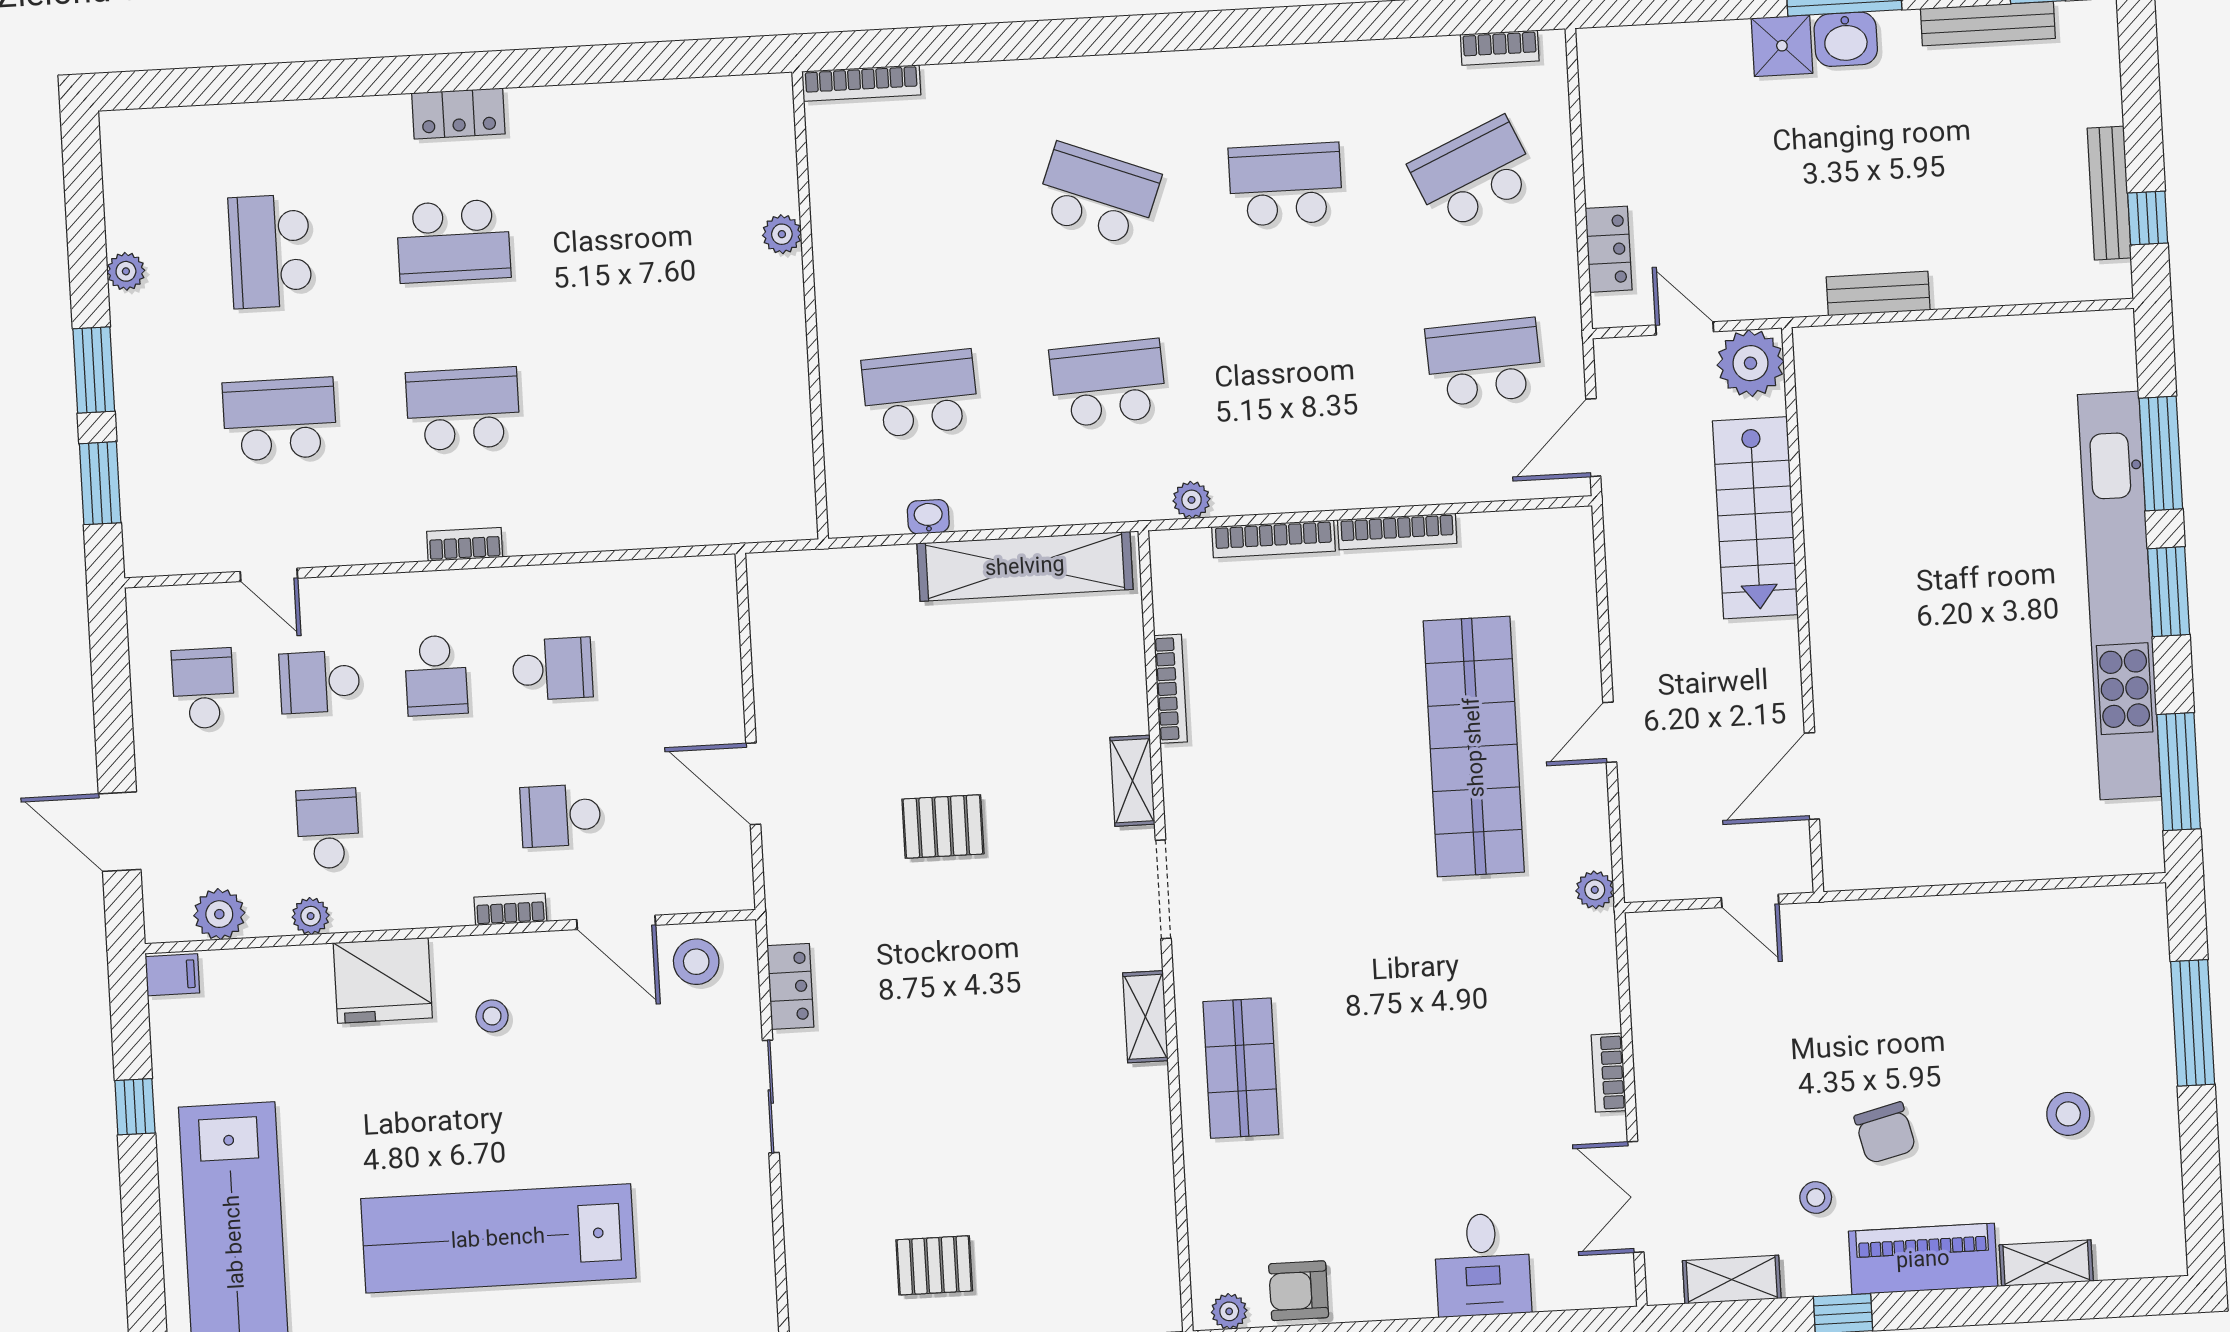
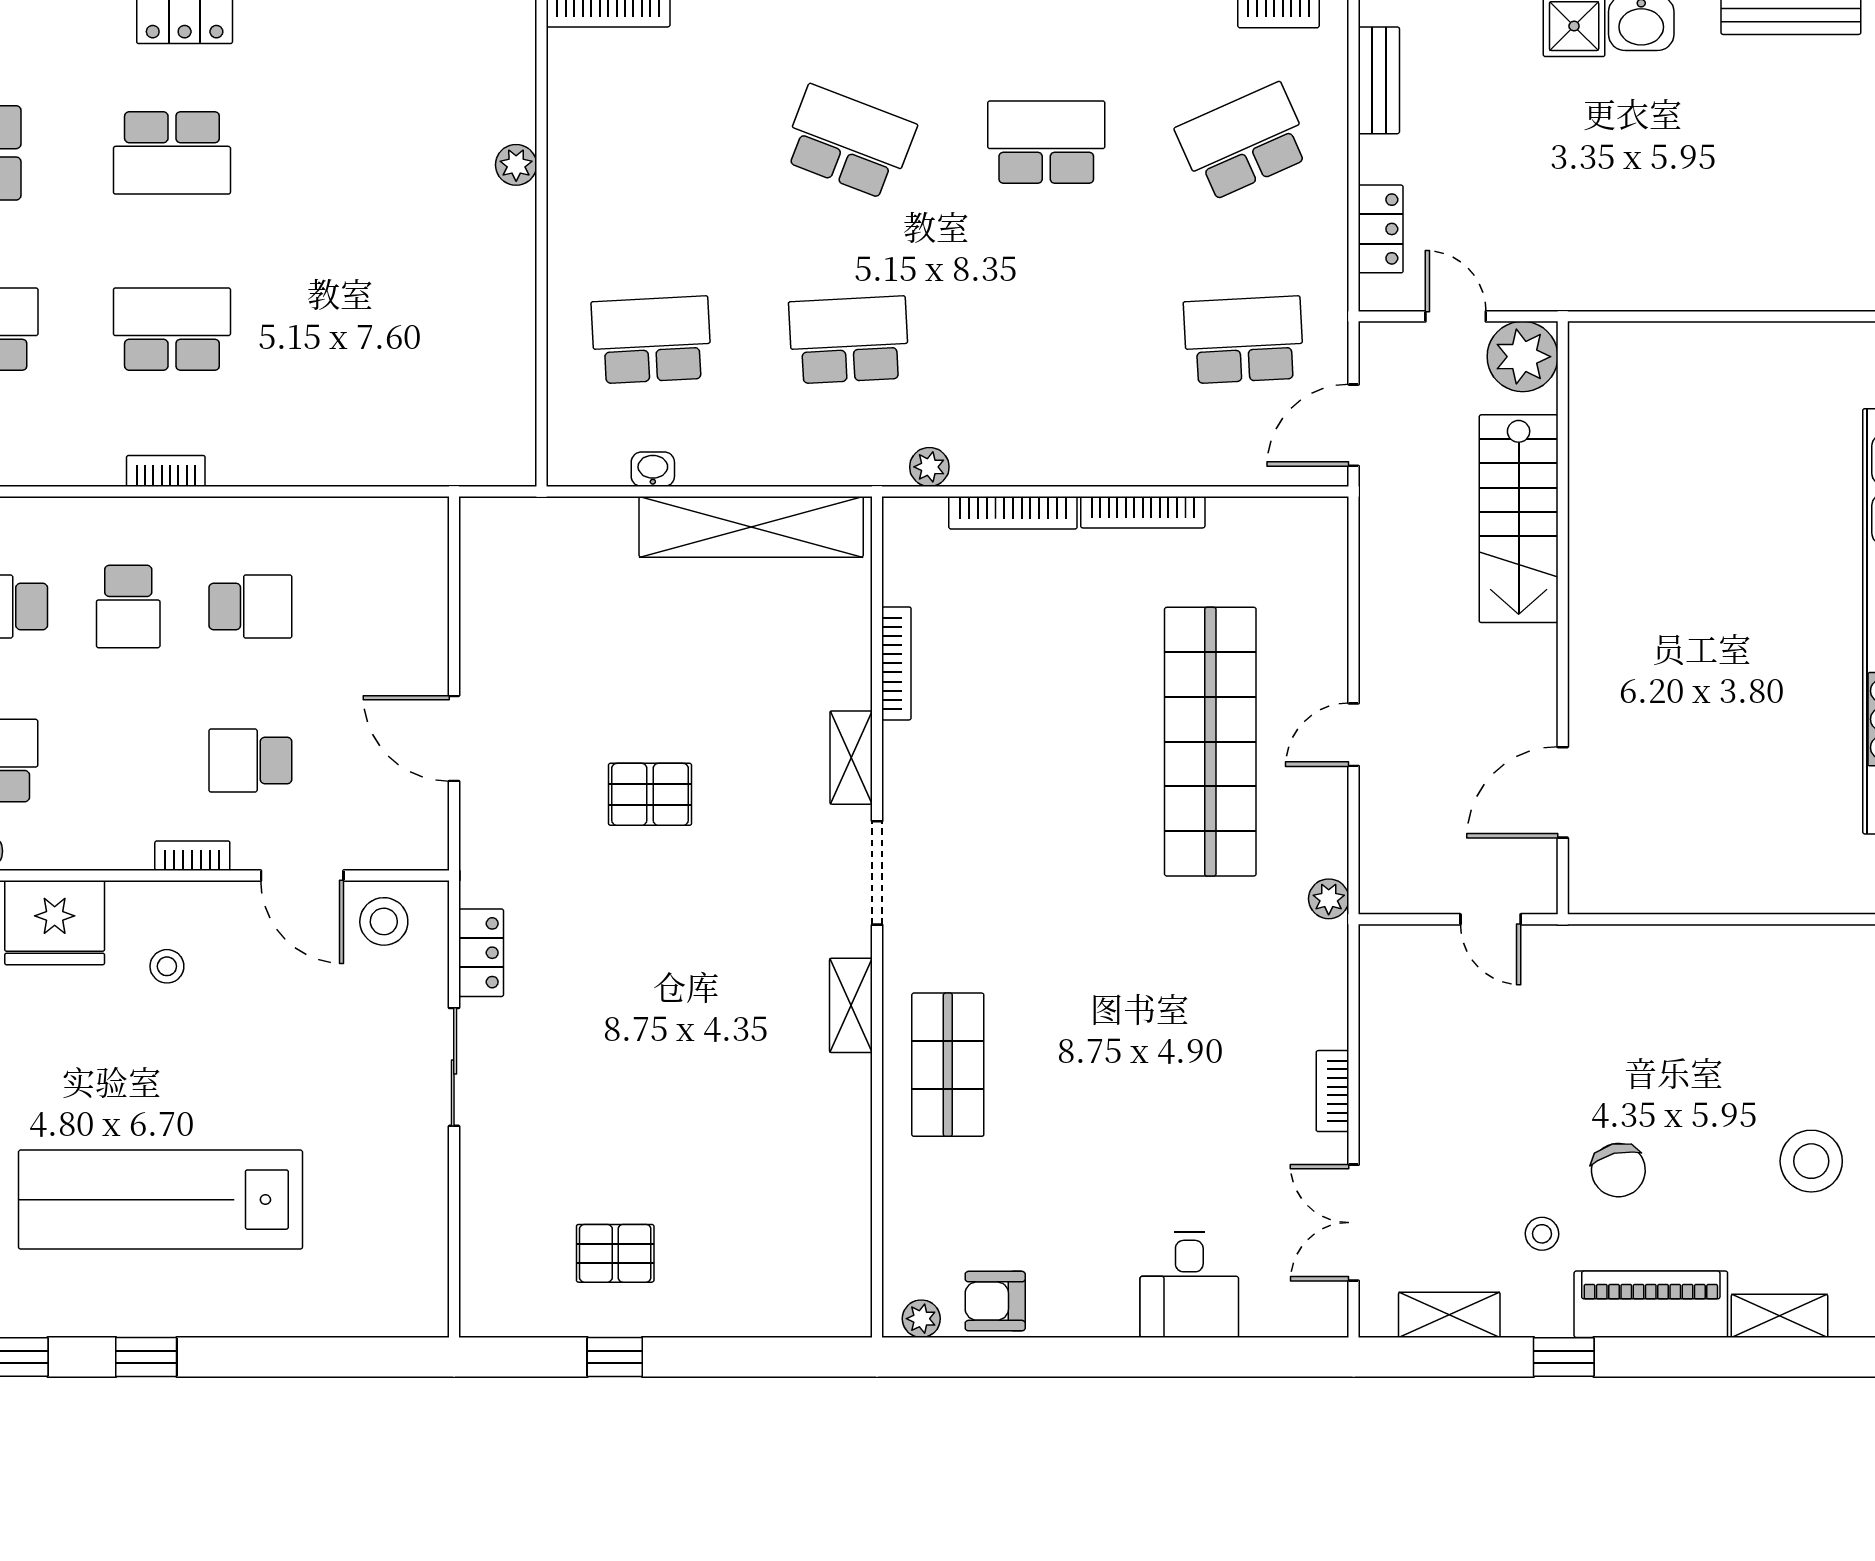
bench: (1878, 293) -> (1379, 80), moved, turned 90
stool: (2068, 1114) -> (1811, 1161), width x1.38, depth x1.38

